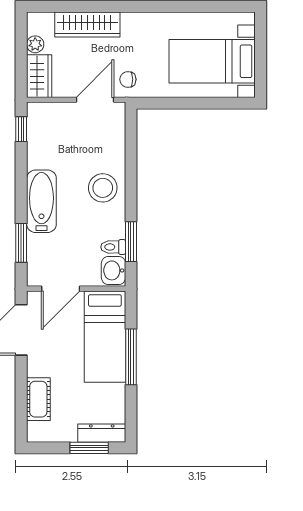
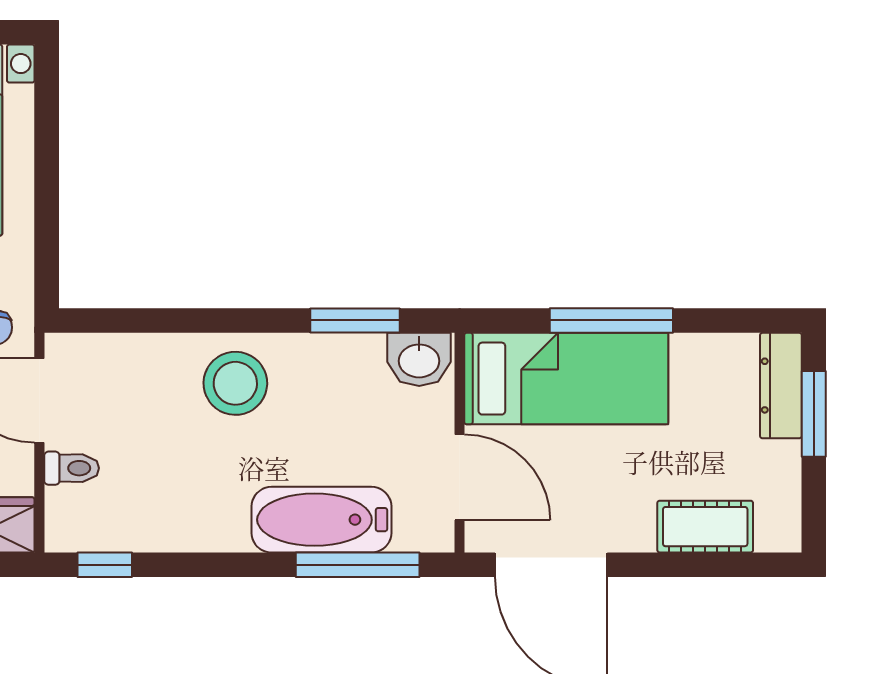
bathtub: (41, 201) -> (321, 520), moved
window: (21, 243) -> (358, 565), width x1.44
toilet: (113, 247) -> (72, 468), moved, turned -90

